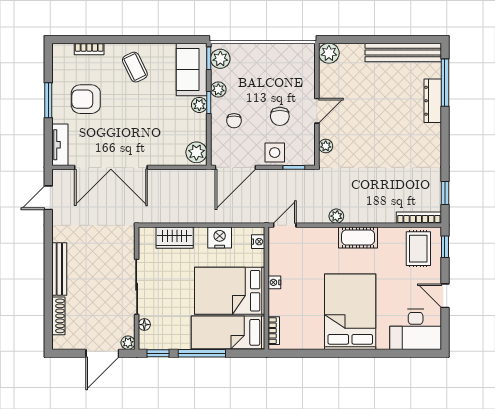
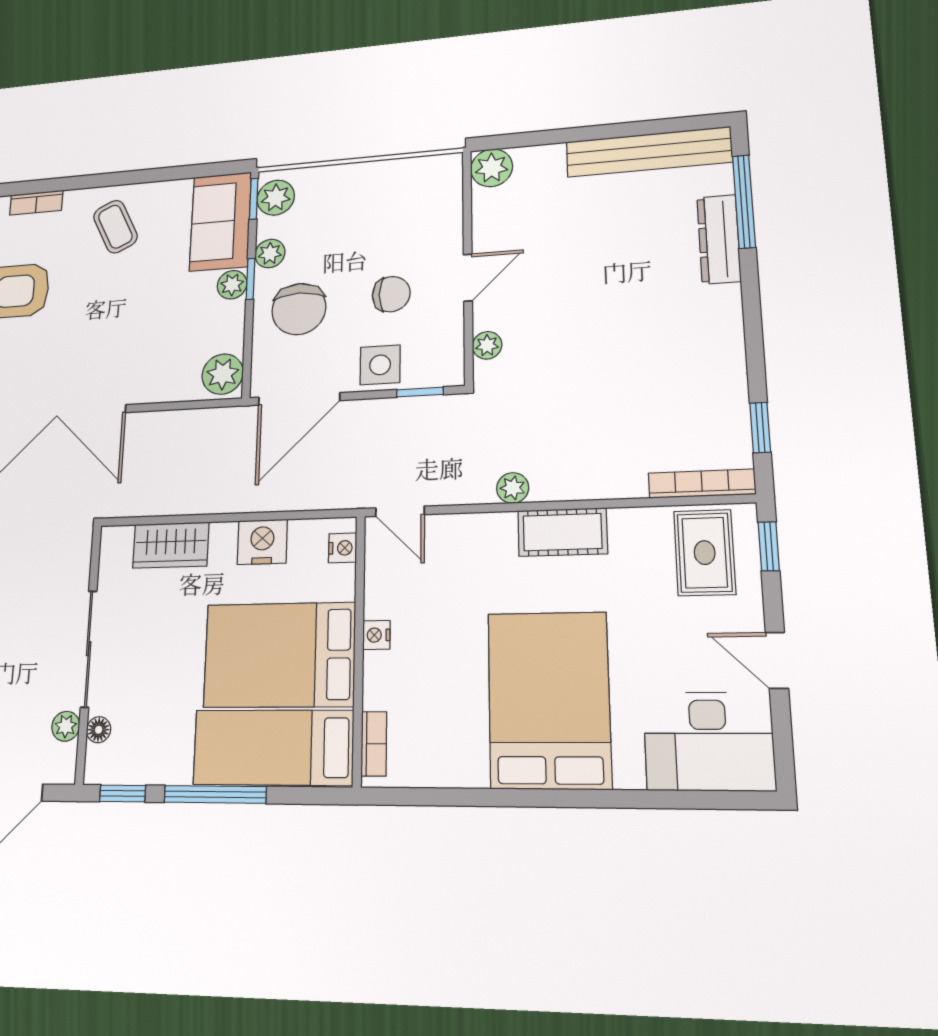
chair: (280, 116) -> (391, 294), turned -90
chair: (234, 121) -> (299, 309), width x1.87, depth x1.87
door: (285, 225) -> (400, 511), swing flipped
plant: (128, 343) -> (66, 726), moved

